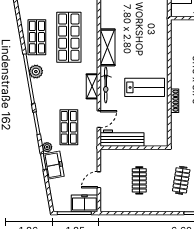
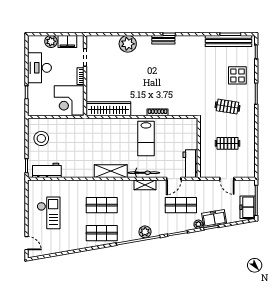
shop shelf: (69, 37) -> (102, 205), width x0.70, depth x0.74
wardrobe: (179, 45) -> (108, 109), added
plant: (36, 72) -> (145, 232), moved
lab bench: (145, 87) -> (146, 139), turned 180
door: (99, 119) -> (174, 179), swing flipped
workbench: (122, 138) -> (190, 164), width x0.73
freezer: (84, 203) -> (248, 207), moved

